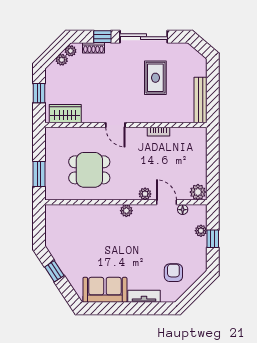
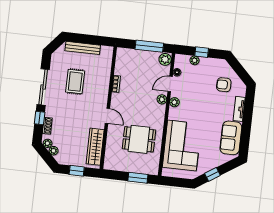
rug: (155, 78) -> (75, 82), turned 90
bench: (200, 100) -> (83, 48), moved
wardrobe: (65, 114) -> (95, 147), width x1.50
door: (115, 125) -> (107, 116), hinge flipped
dining table: (89, 170) -> (139, 139), turned 90
window: (213, 170) -> (149, 46), added
plant: (126, 211) -> (174, 102), moved
corner sofa: (88, 227) -> (182, 146), added

